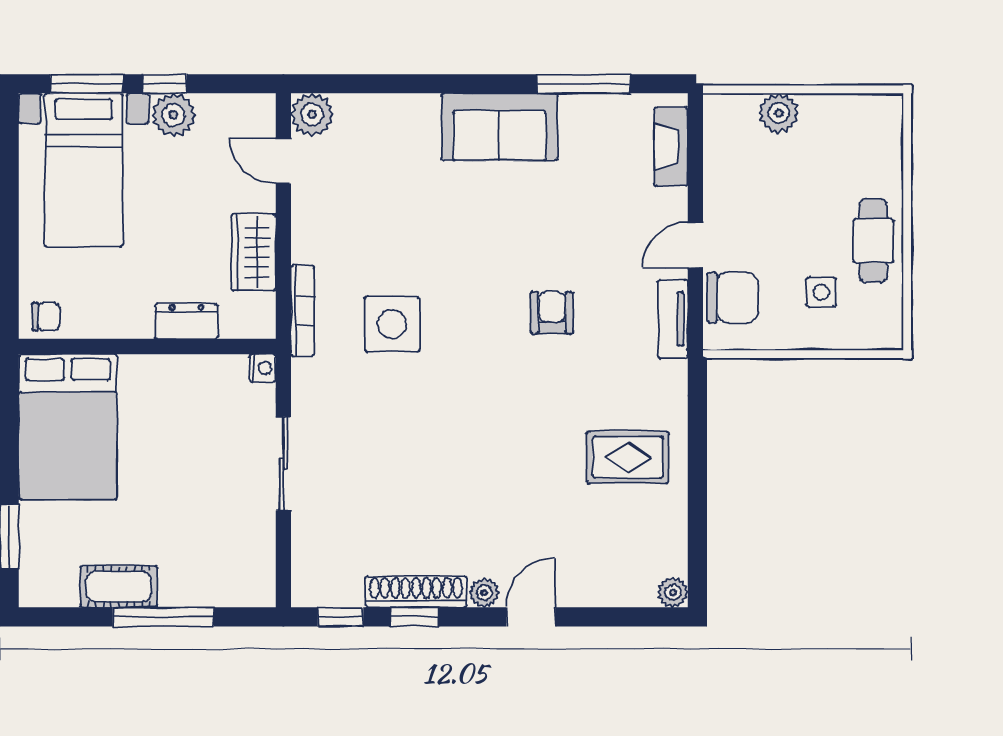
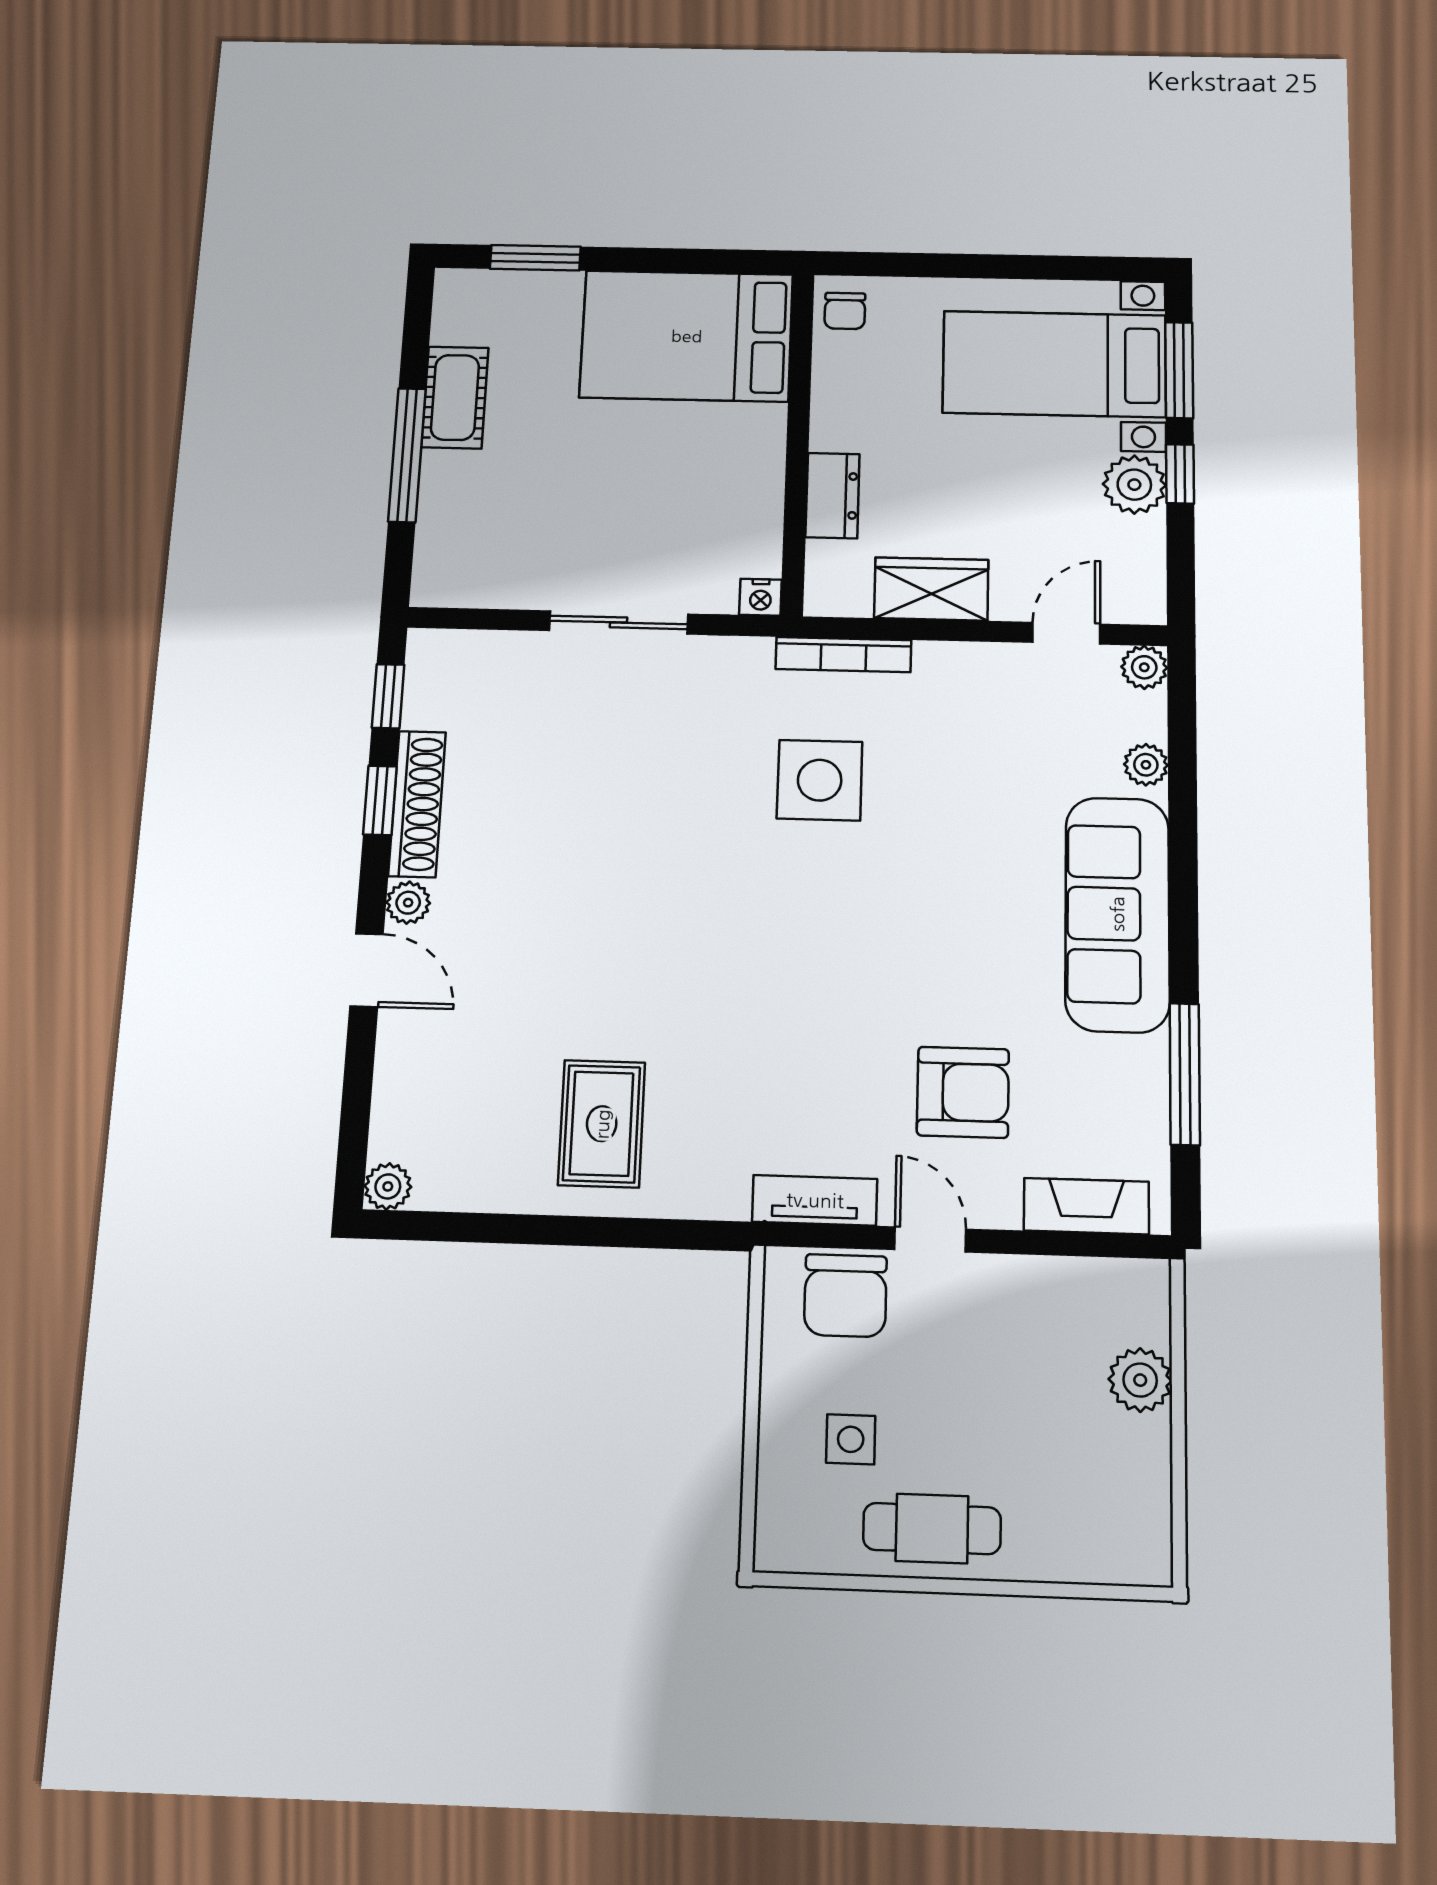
plant: (375, 108) -> (1146, 765), added
plant: (312, 114) -> (1144, 667), width x0.73, depth x0.73
sofa: (499, 127) -> (1117, 914), width x1.36
armchair: (552, 313) -> (963, 1092), moved, width x1.38, depth x1.38

